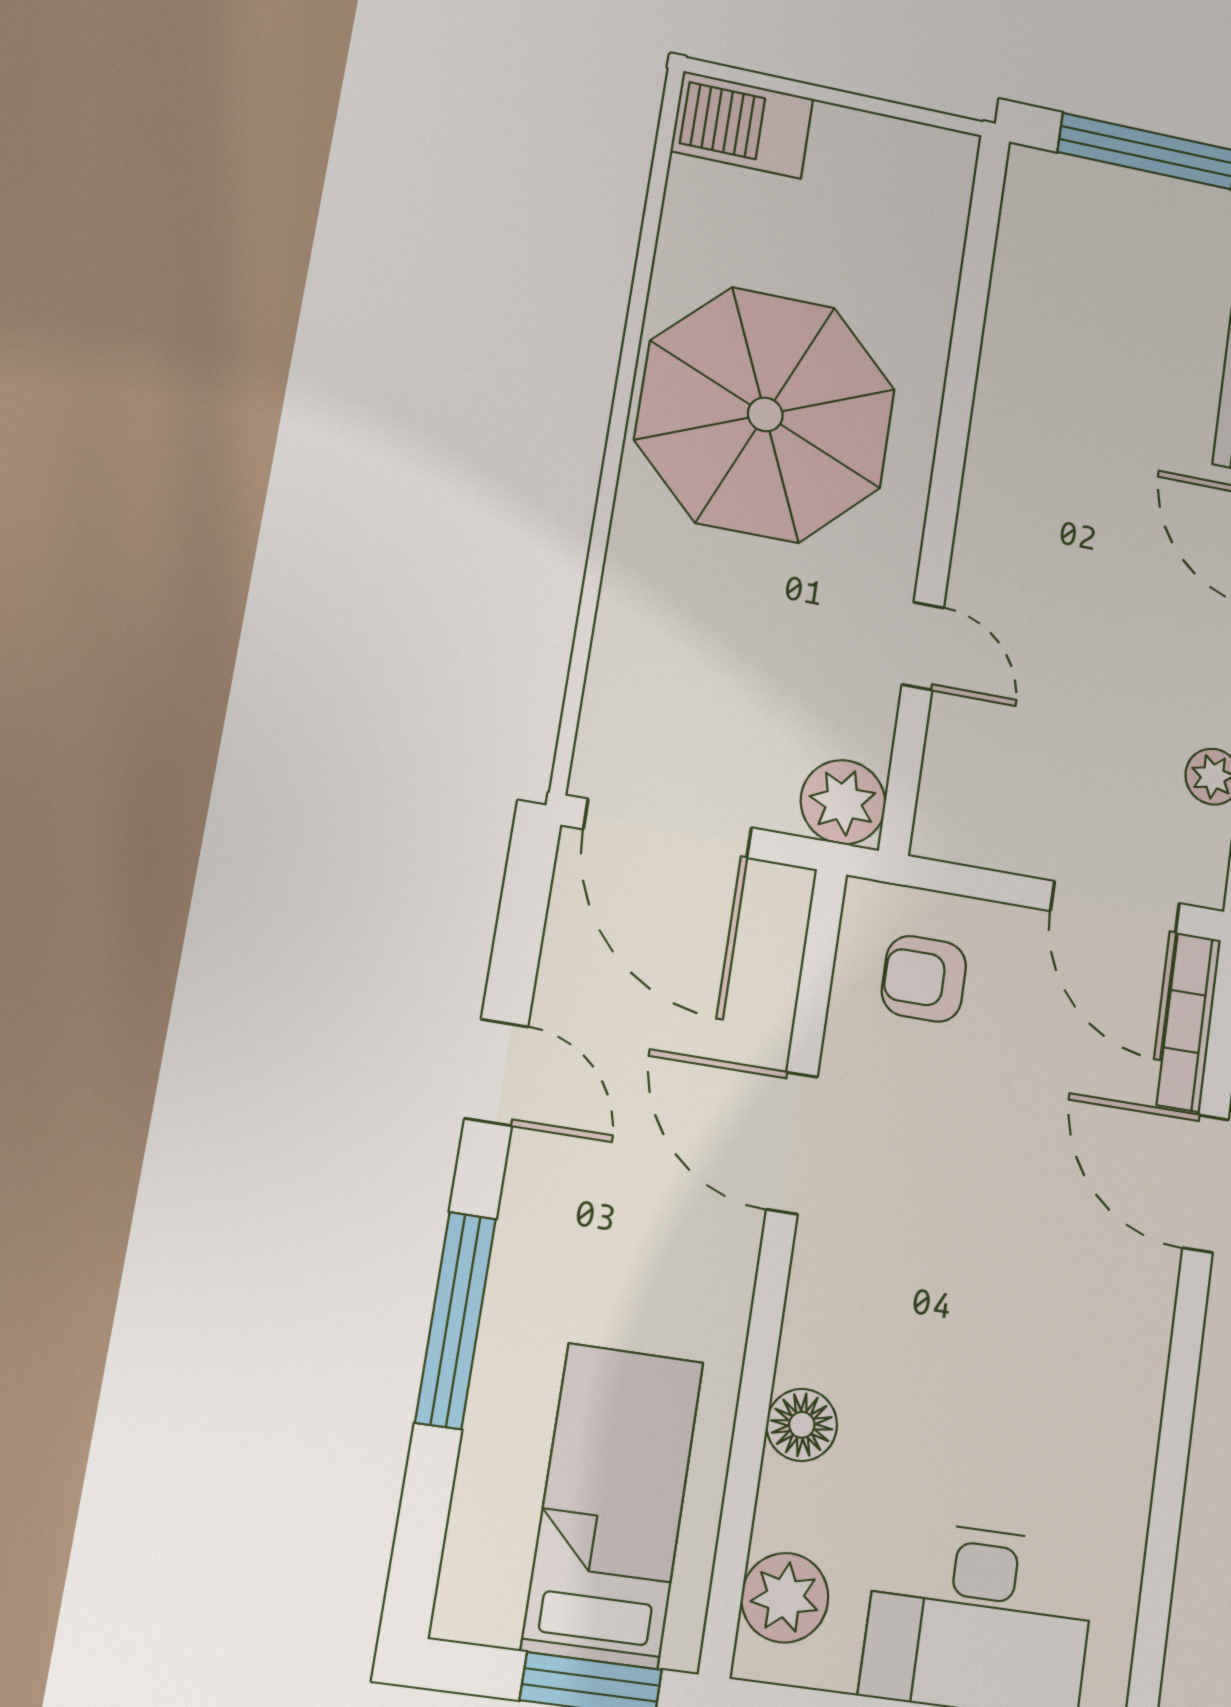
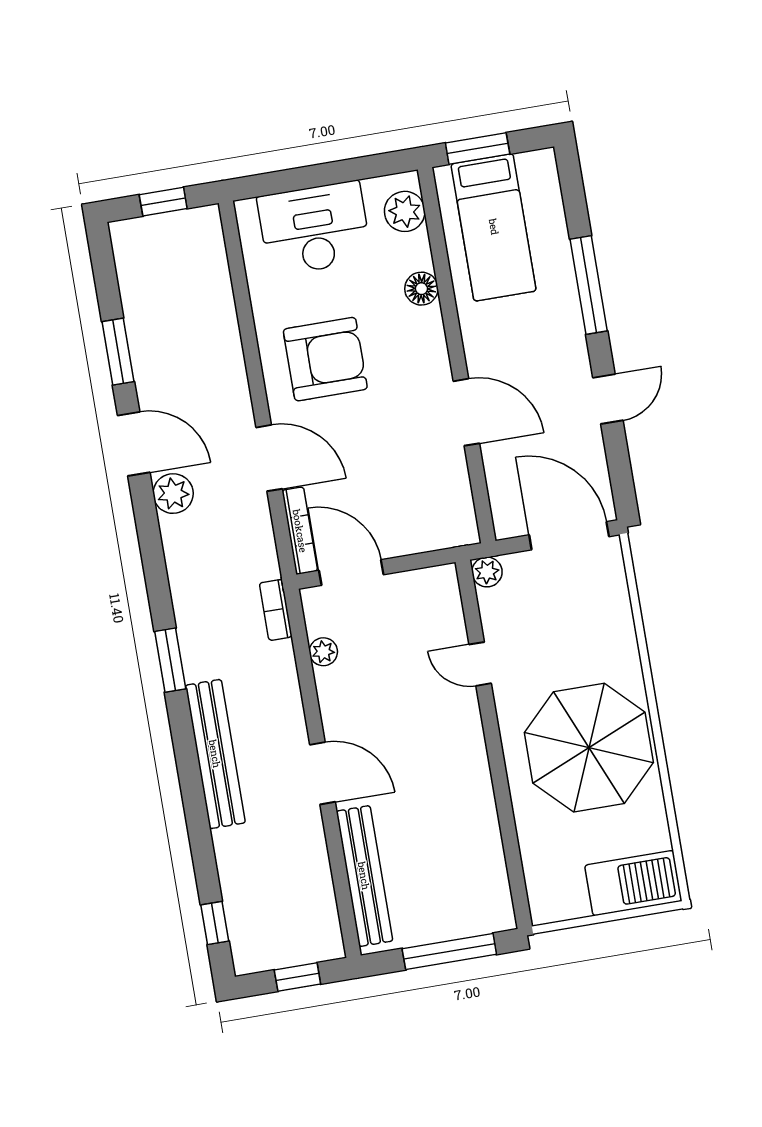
barbecue: (742, 125) -> (633, 883), width x1.37, depth x1.21
plant: (843, 802) -> (487, 572), width x0.73, depth x0.73
armchair: (924, 979) -> (325, 359), moved, width x1.88, depth x1.88
door: (496, 1072) -> (608, 399), swing flipped

